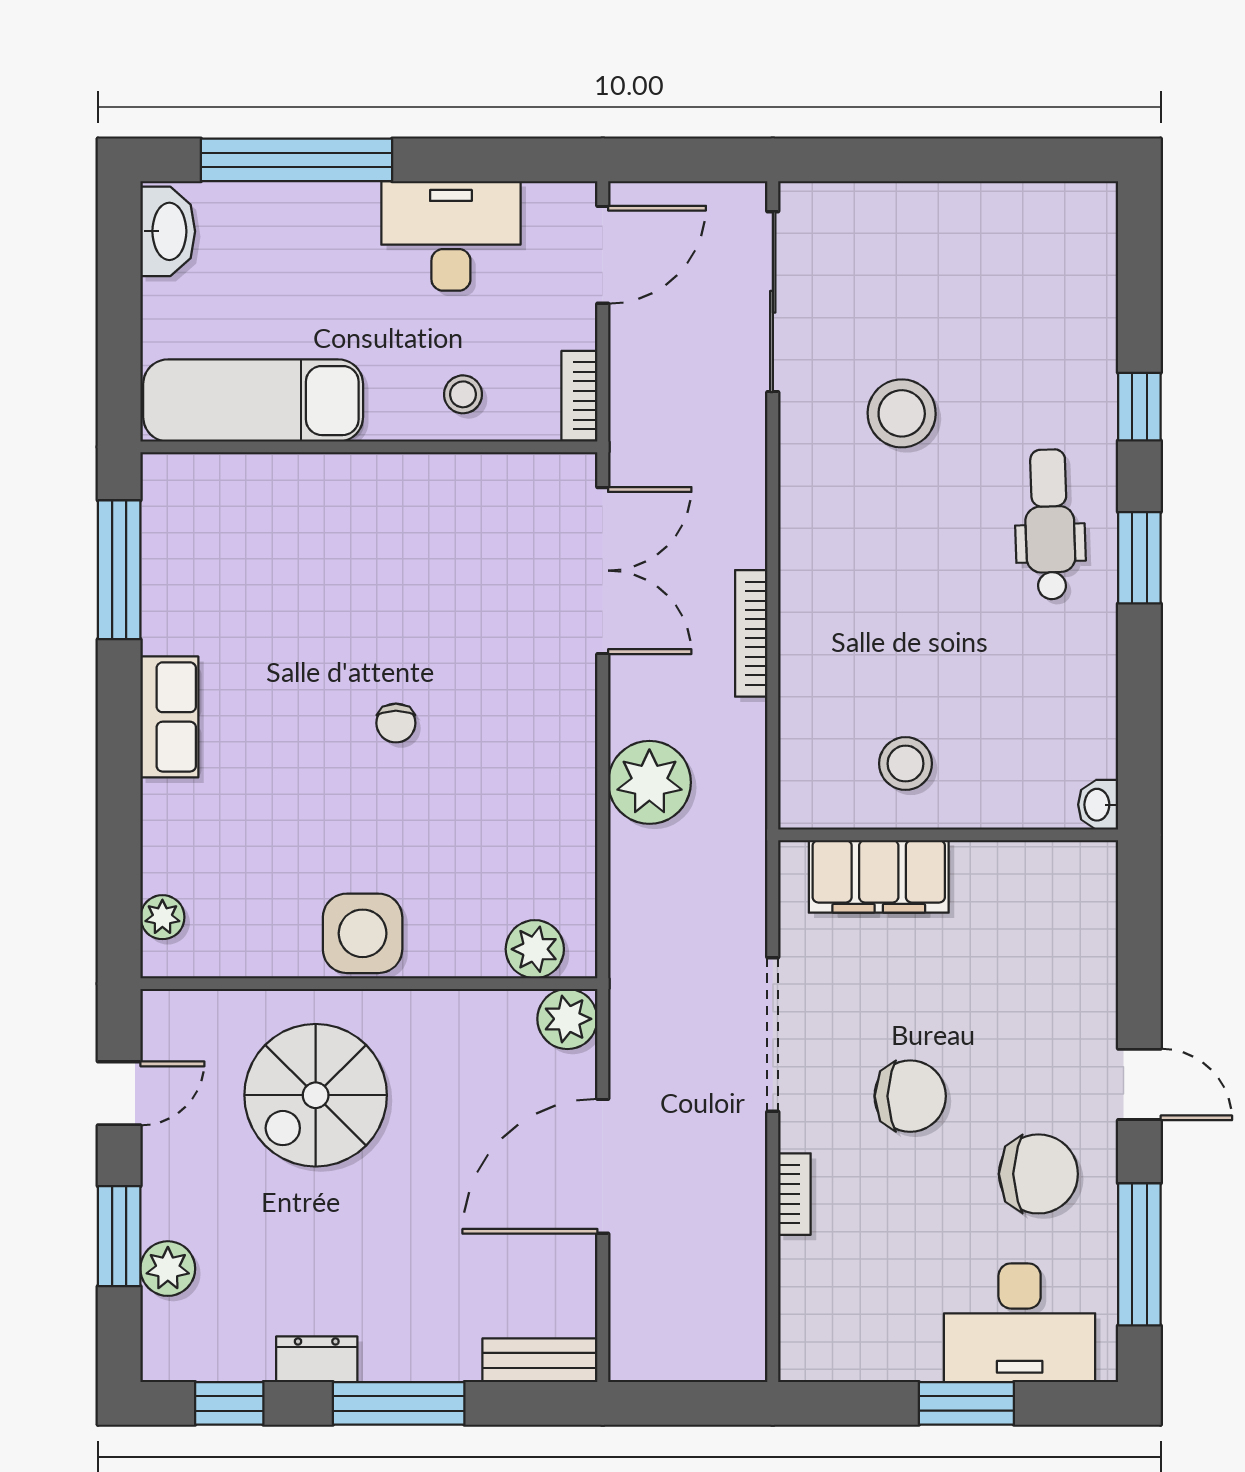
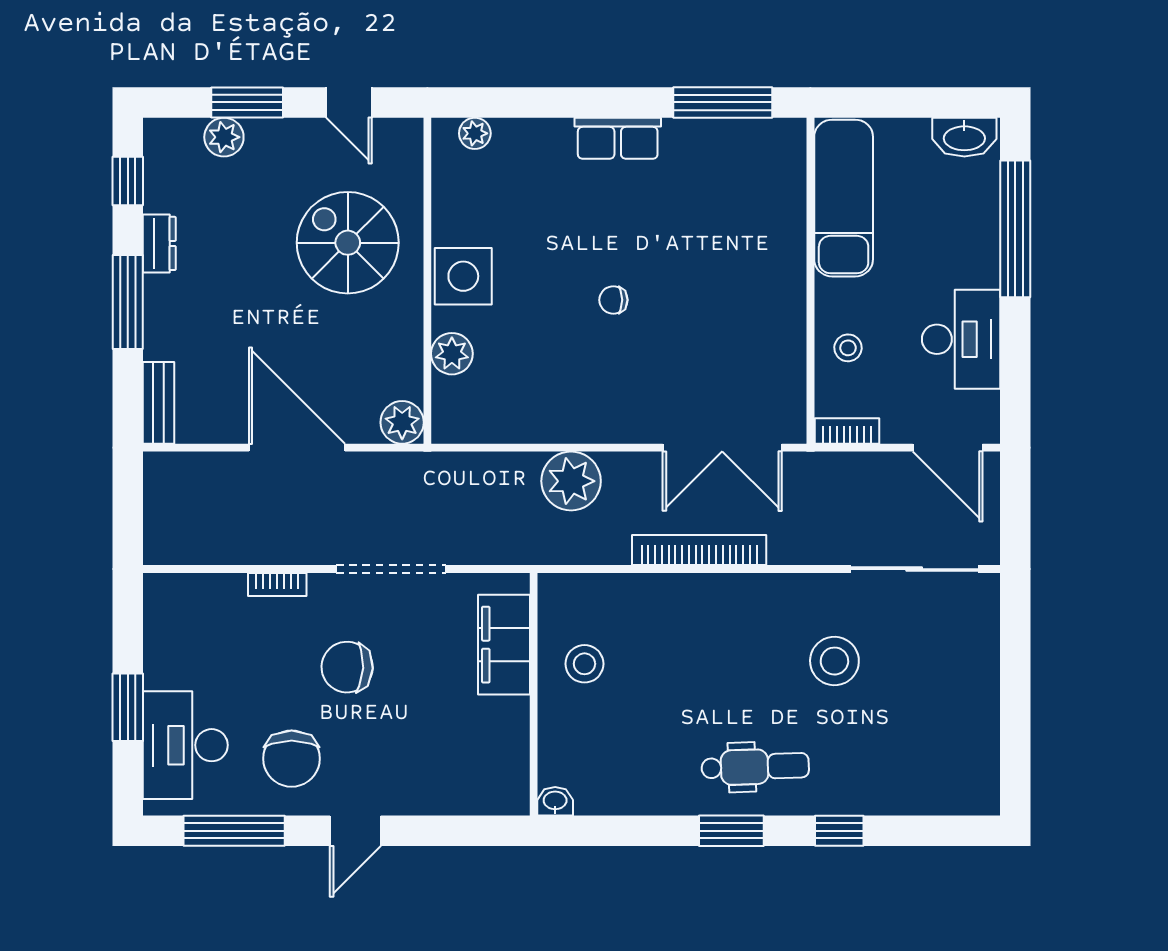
bookcase: (751, 633) -> (699, 550), width x1.48, depth x1.31
plant: (535, 949) -> (452, 354), moved
chair: (910, 1096) -> (347, 667), turned 93

